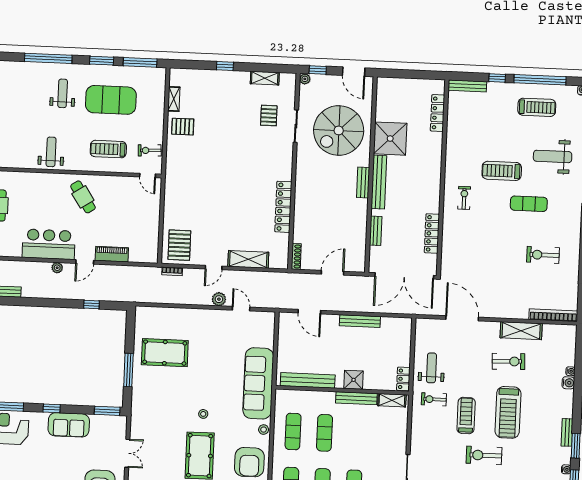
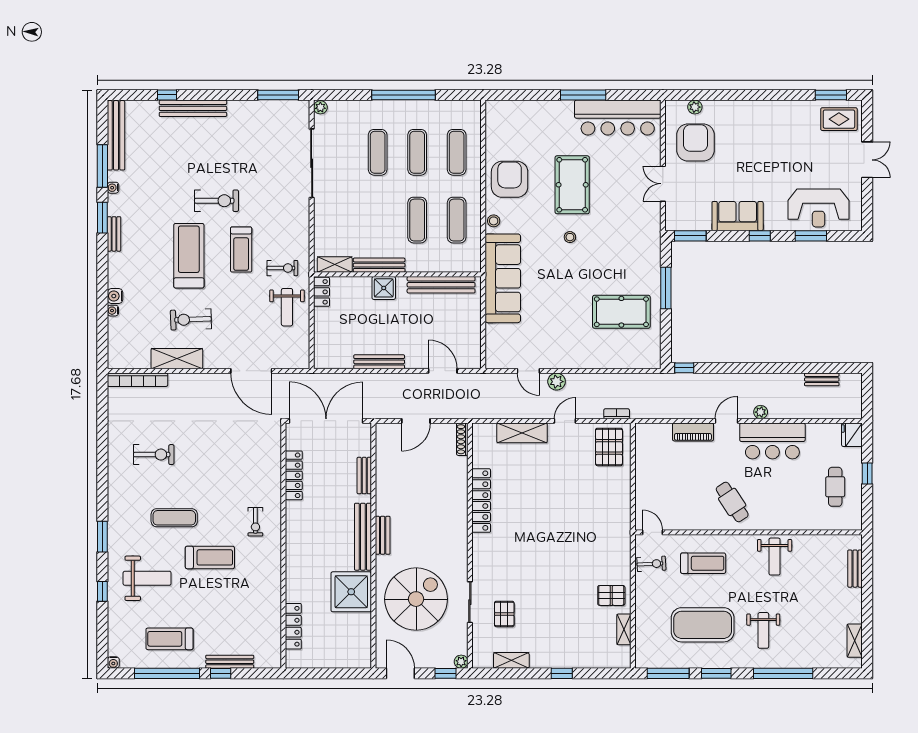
bench: (467, 86) -> (230, 662), moved
window: (92, 304) -> (684, 368), moved

